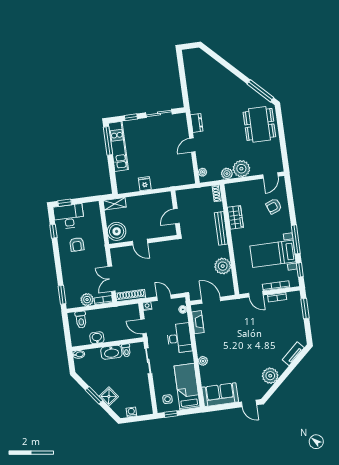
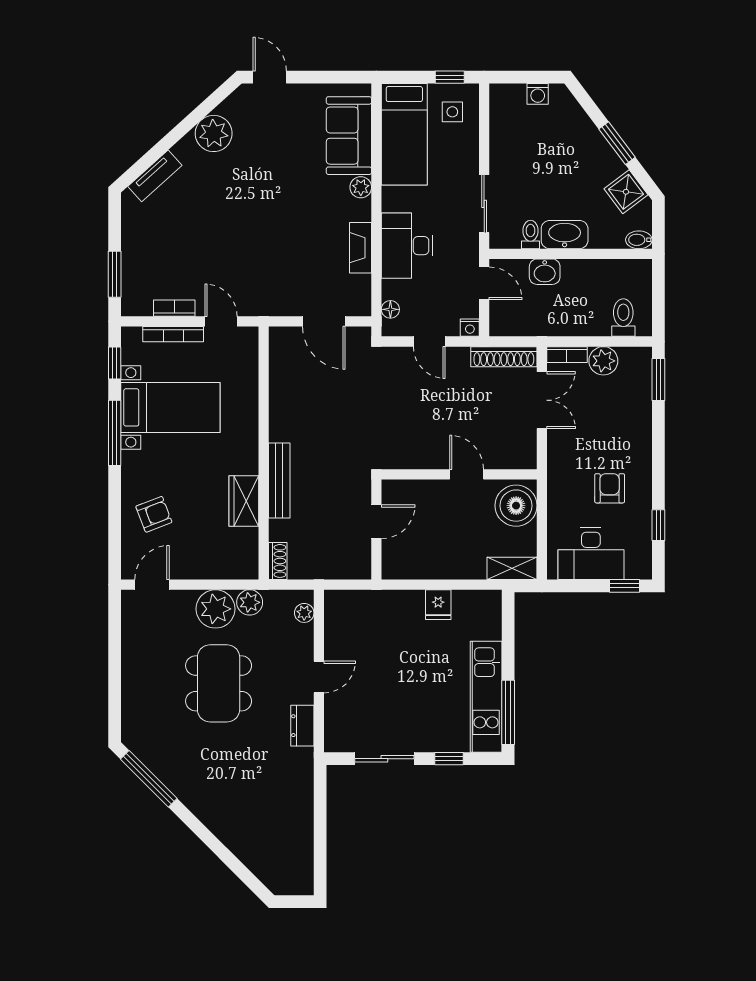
dining table: (259, 124) -> (219, 683), moved
desk: (69, 216) -> (591, 554), moved
plant: (223, 266) -> (287, 395), removed
fireplace: (198, 322) -> (361, 248), moved
washbasin: (97, 338) -> (545, 272), moved
sofa: (220, 395) -> (349, 136), moved, turned 90
shower: (109, 396) -> (626, 192), moved

